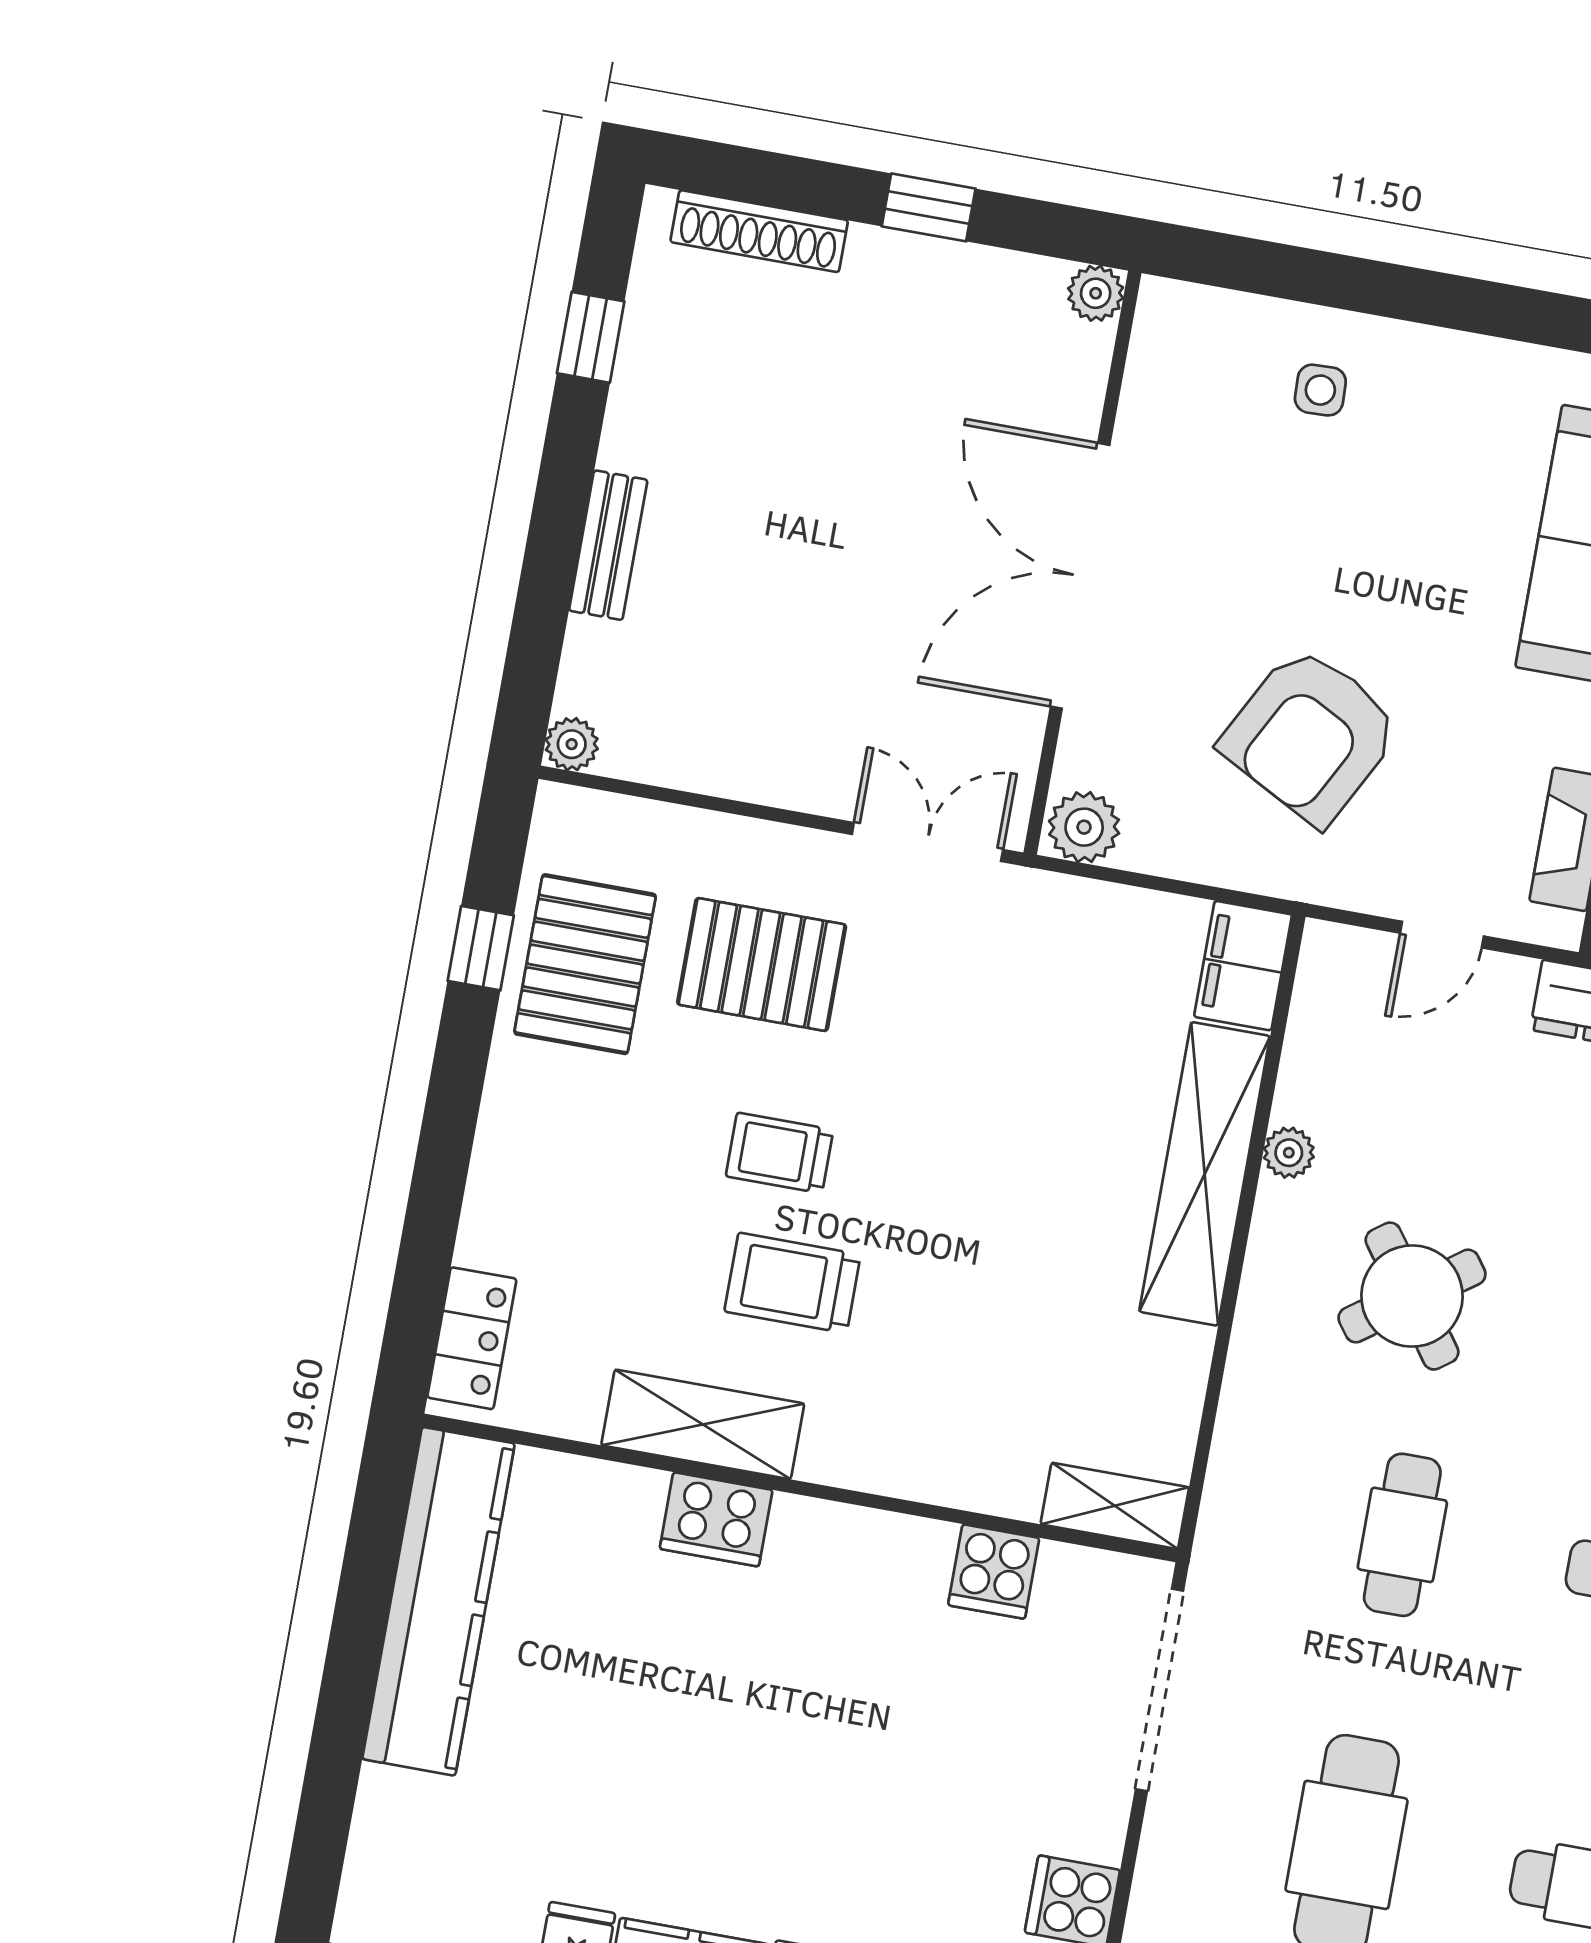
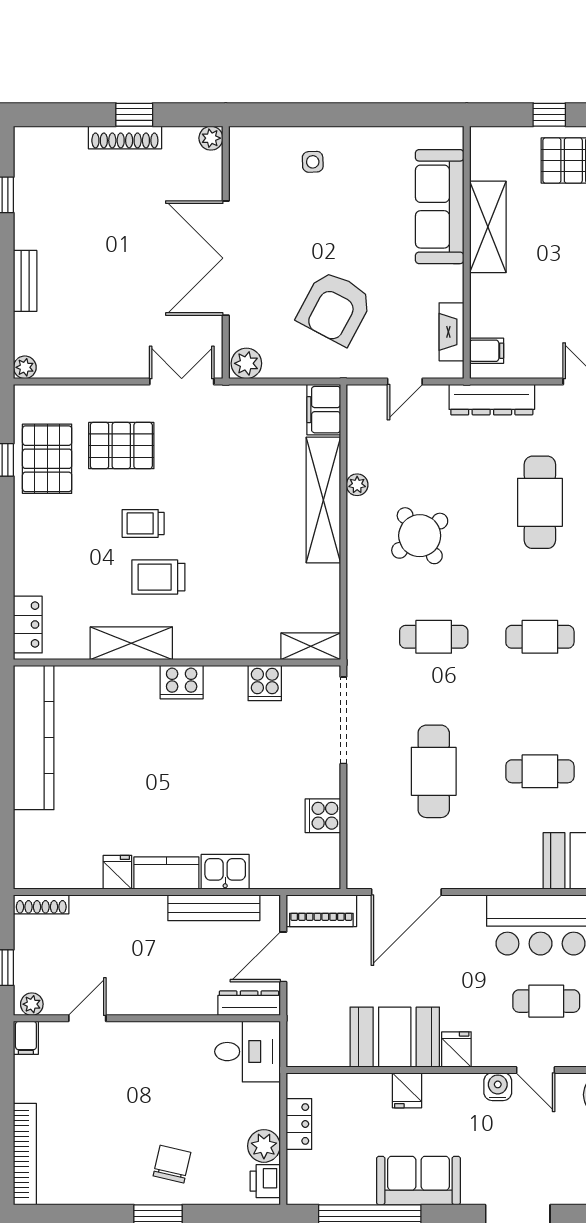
shoe rack: (759, 231) -> (125, 138), moved
cooker: (716, 1519) -> (182, 682), moved
cafe table: (1402, 1535) -> (434, 637), turned 90

